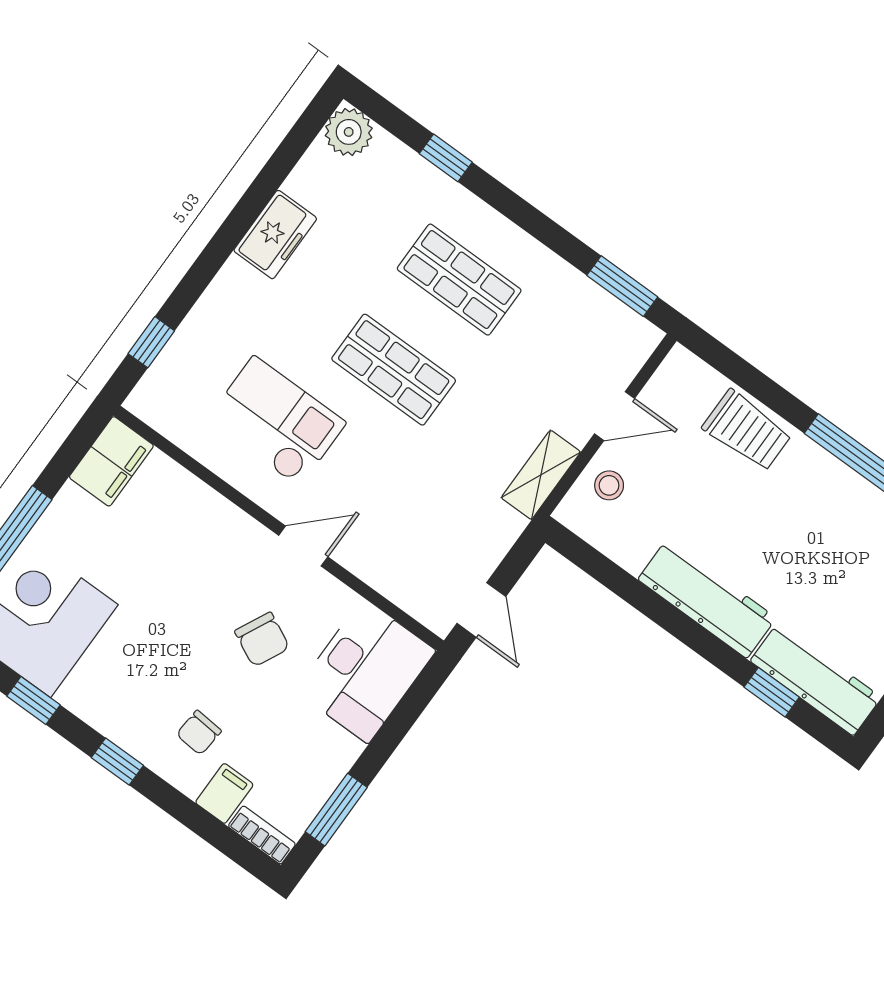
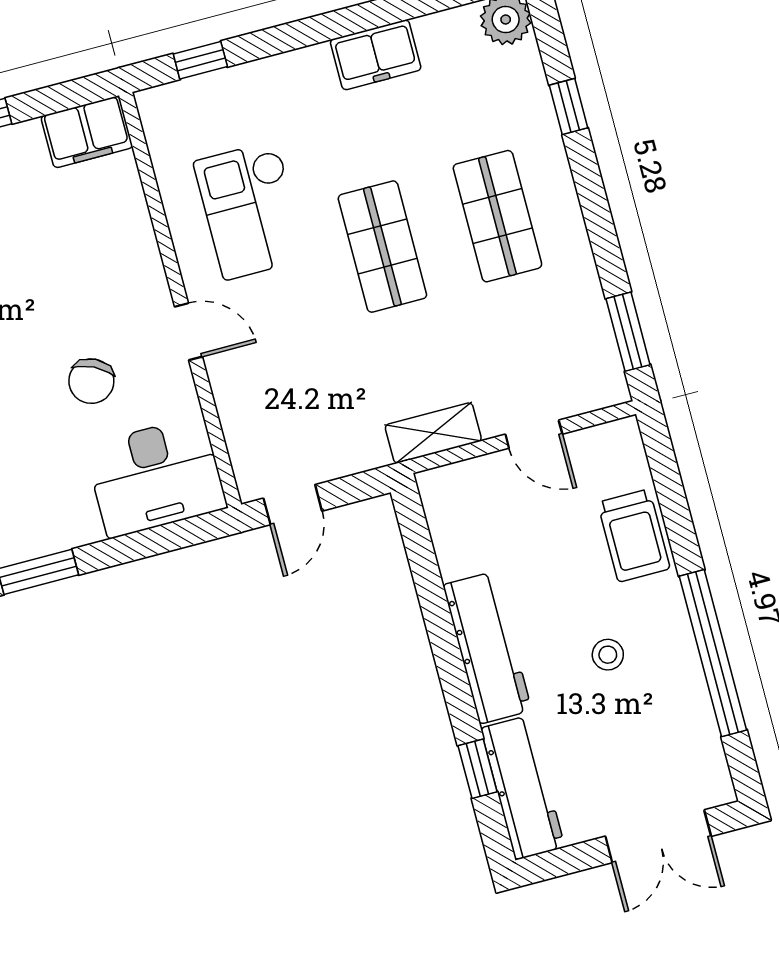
checkout: (276, 421) -> (250, 210), turned 180
stool: (609, 485) -> (608, 655), moved

